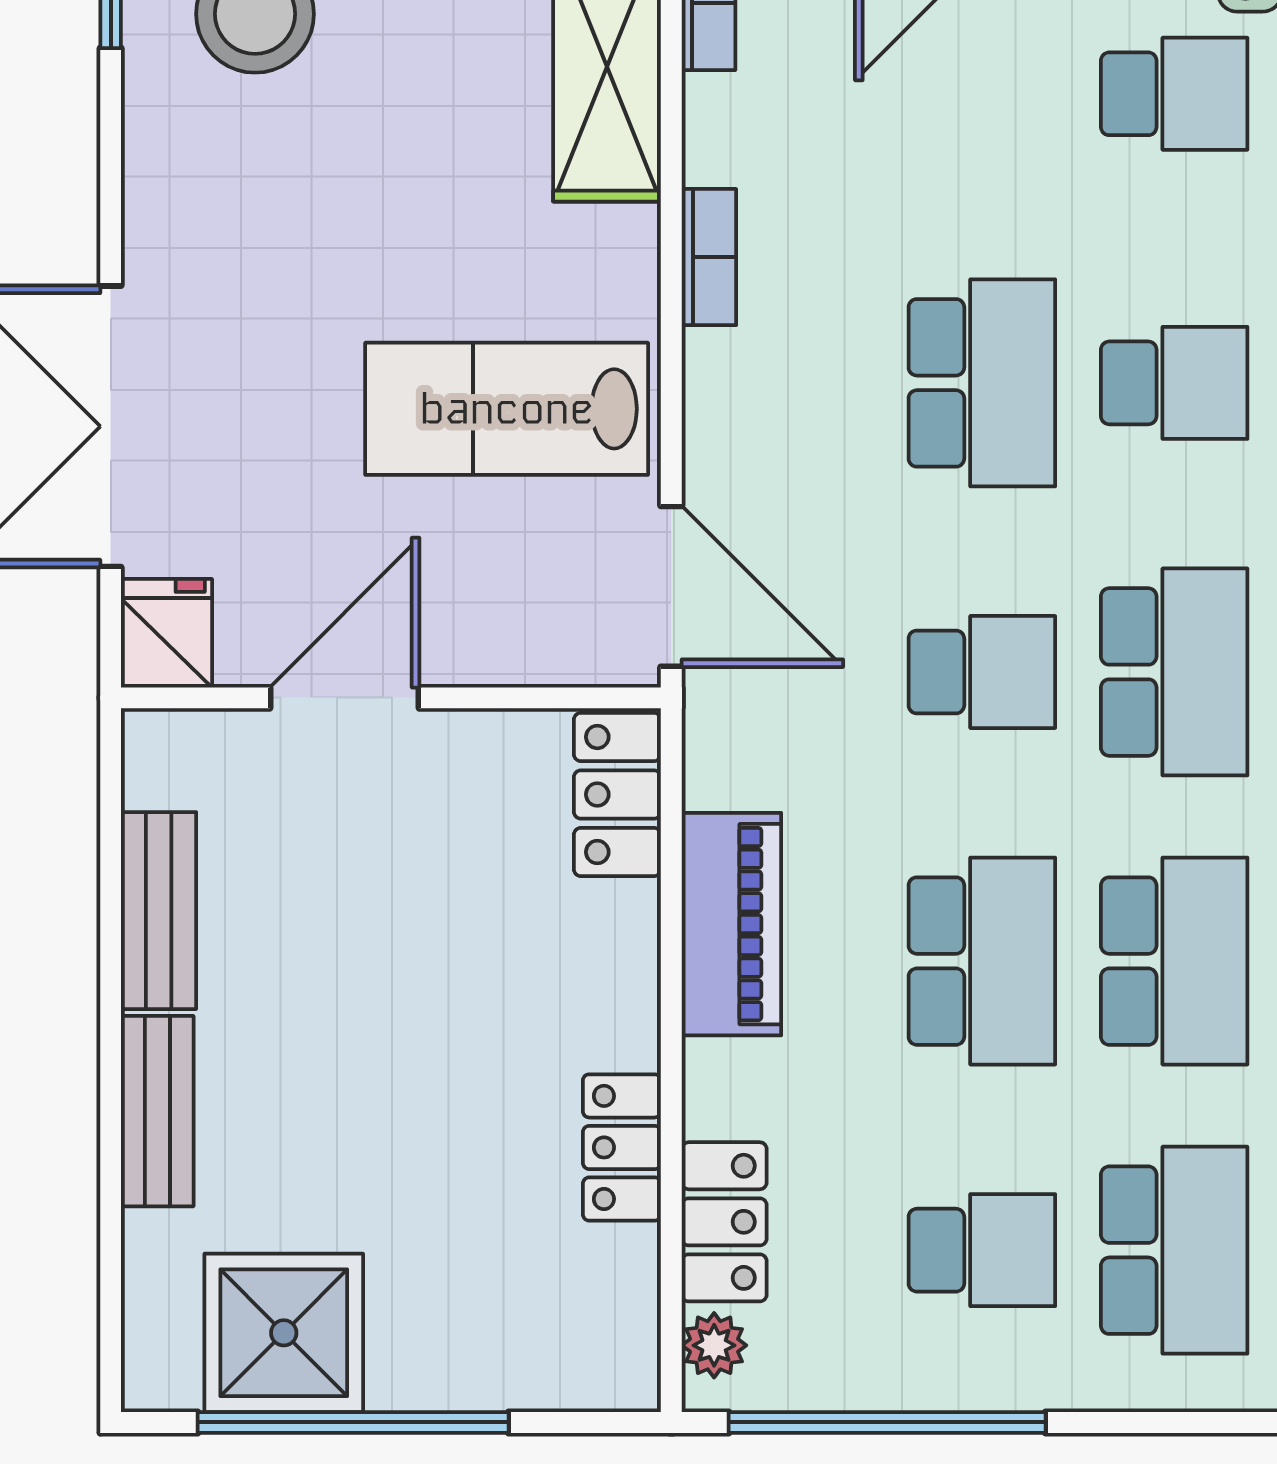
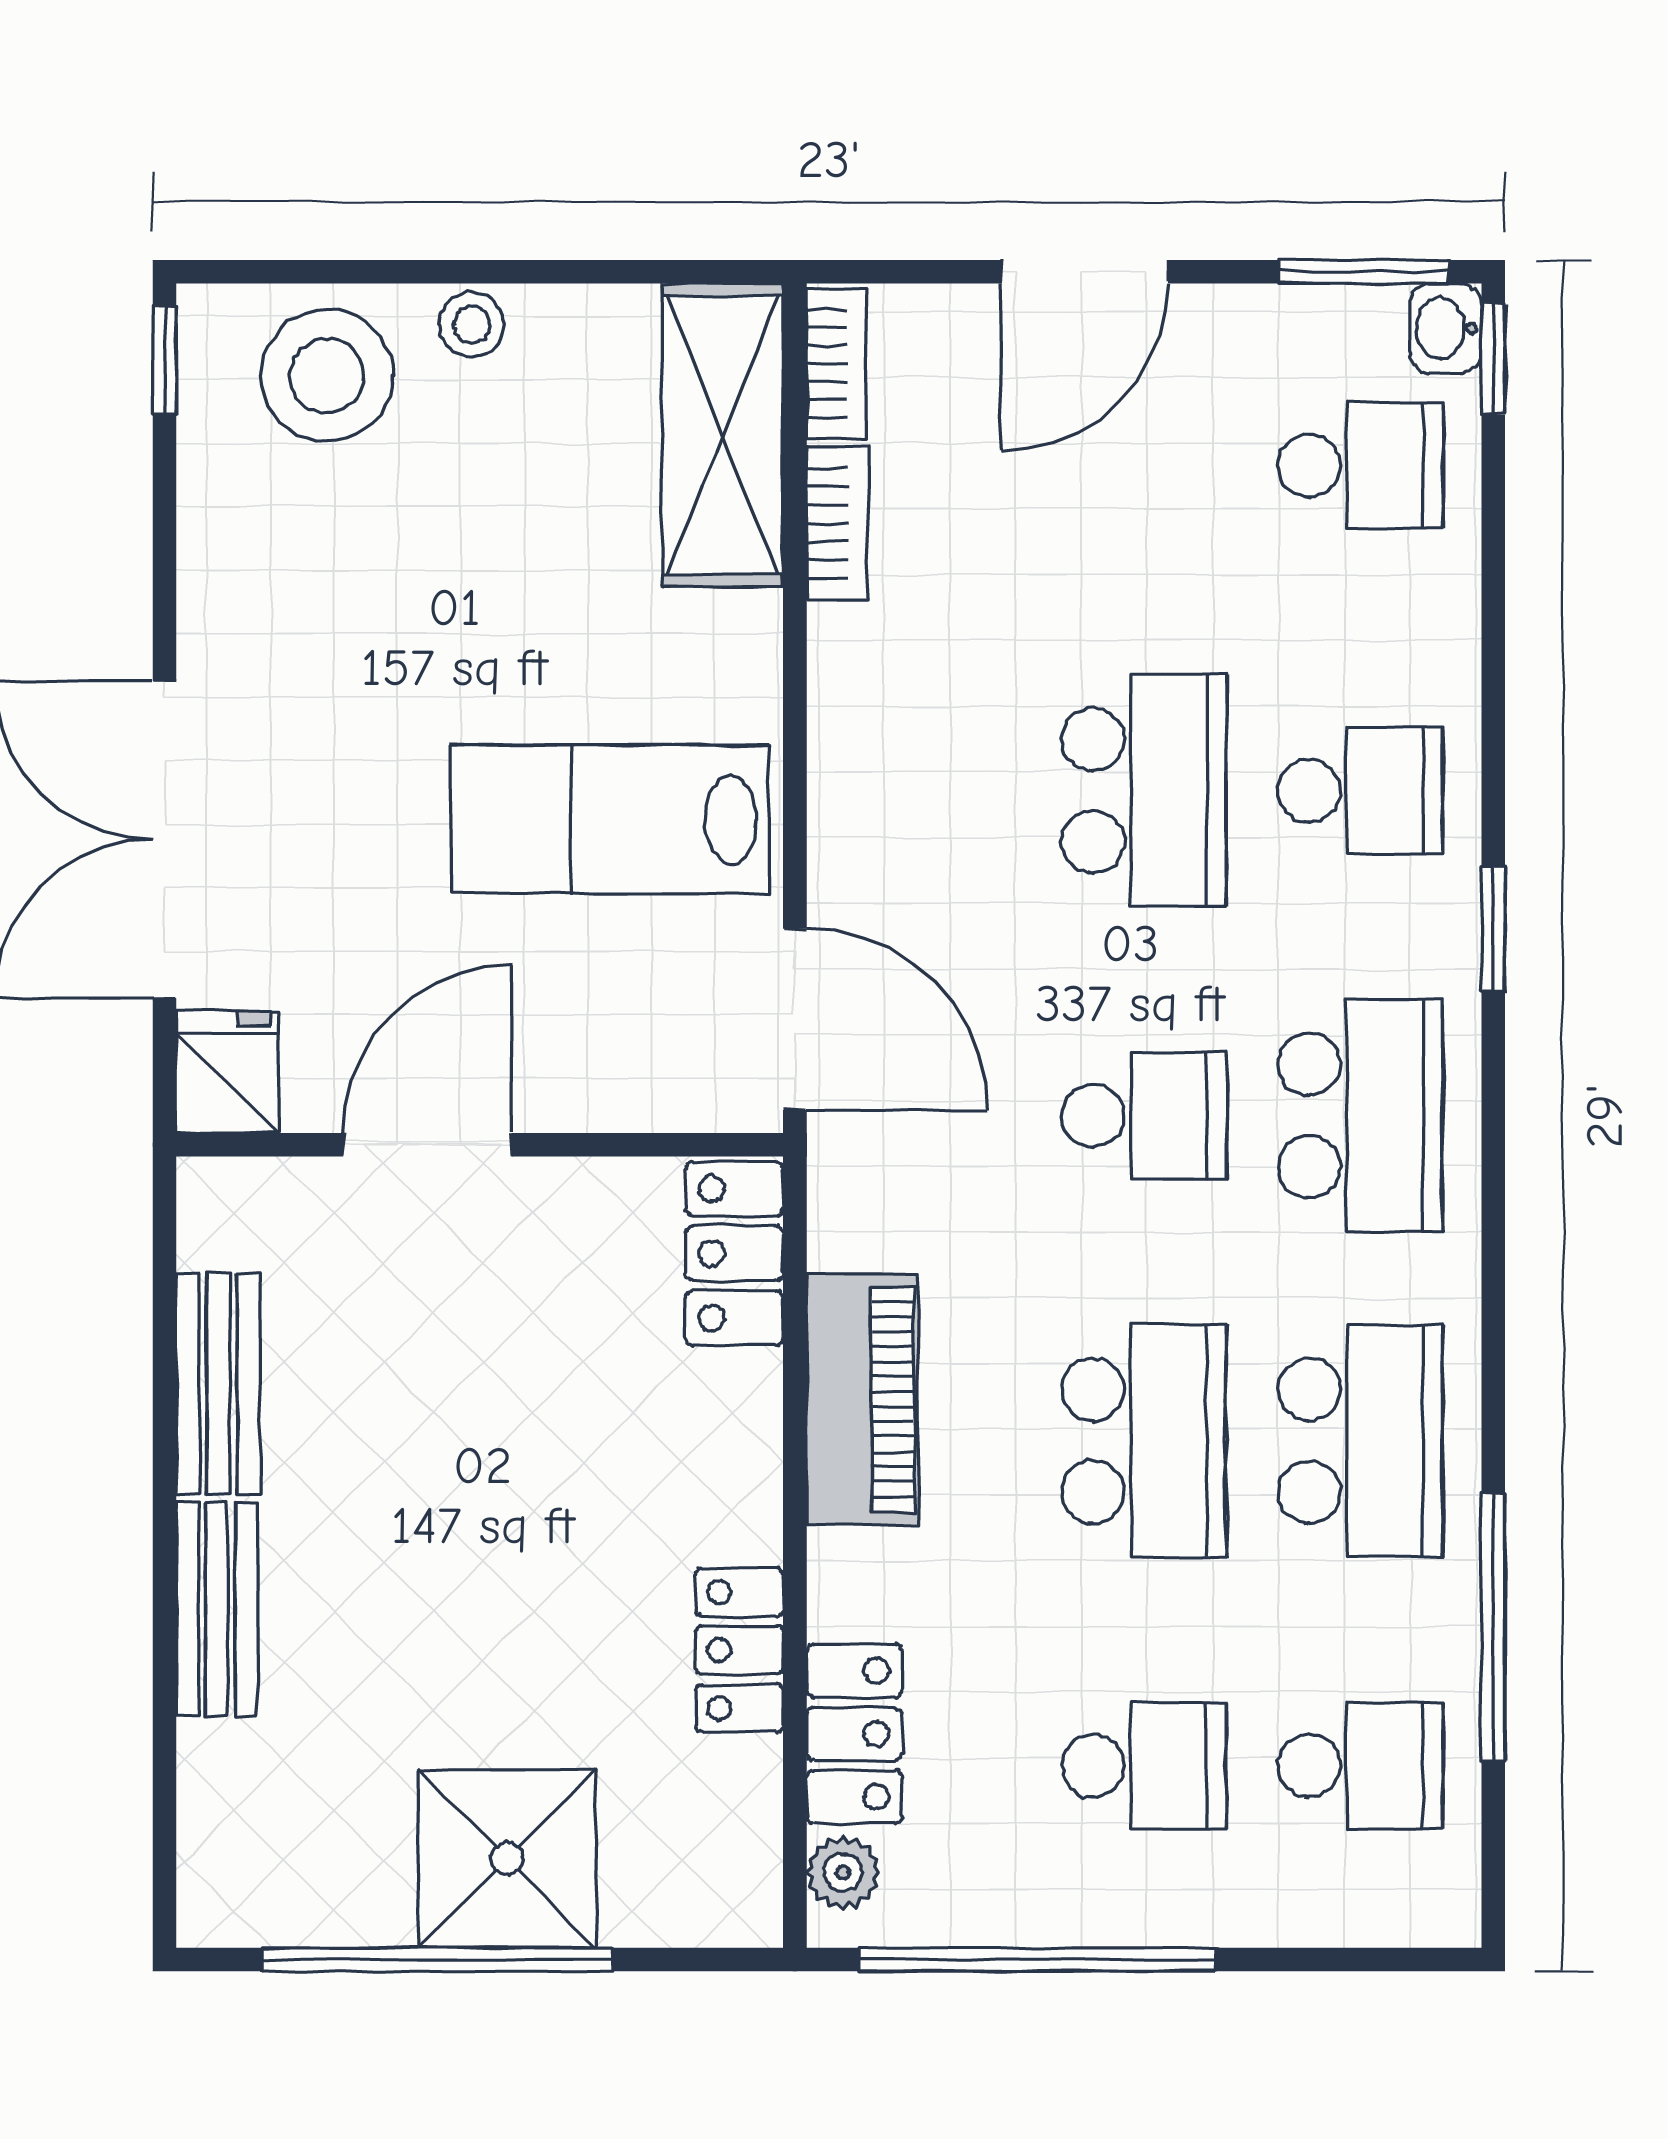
bookcase: (709, 257) -> (837, 523), moved
school desk: (1174, 1250) -> (1360, 1766), width x0.54
shower: (284, 1333) -> (507, 1859), moved

